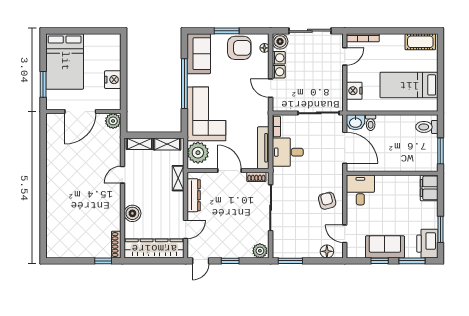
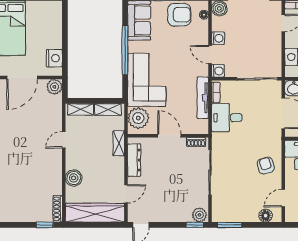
washing machine: (279, 58) -> (218, 71), moved
nightstand: (113, 80) -> (54, 58), moved
tv unit: (263, 148) -> (203, 98), moved
door: (345, 234) -> (283, 198), hinge flipped
window: (230, 261) -> (195, 225), moved

